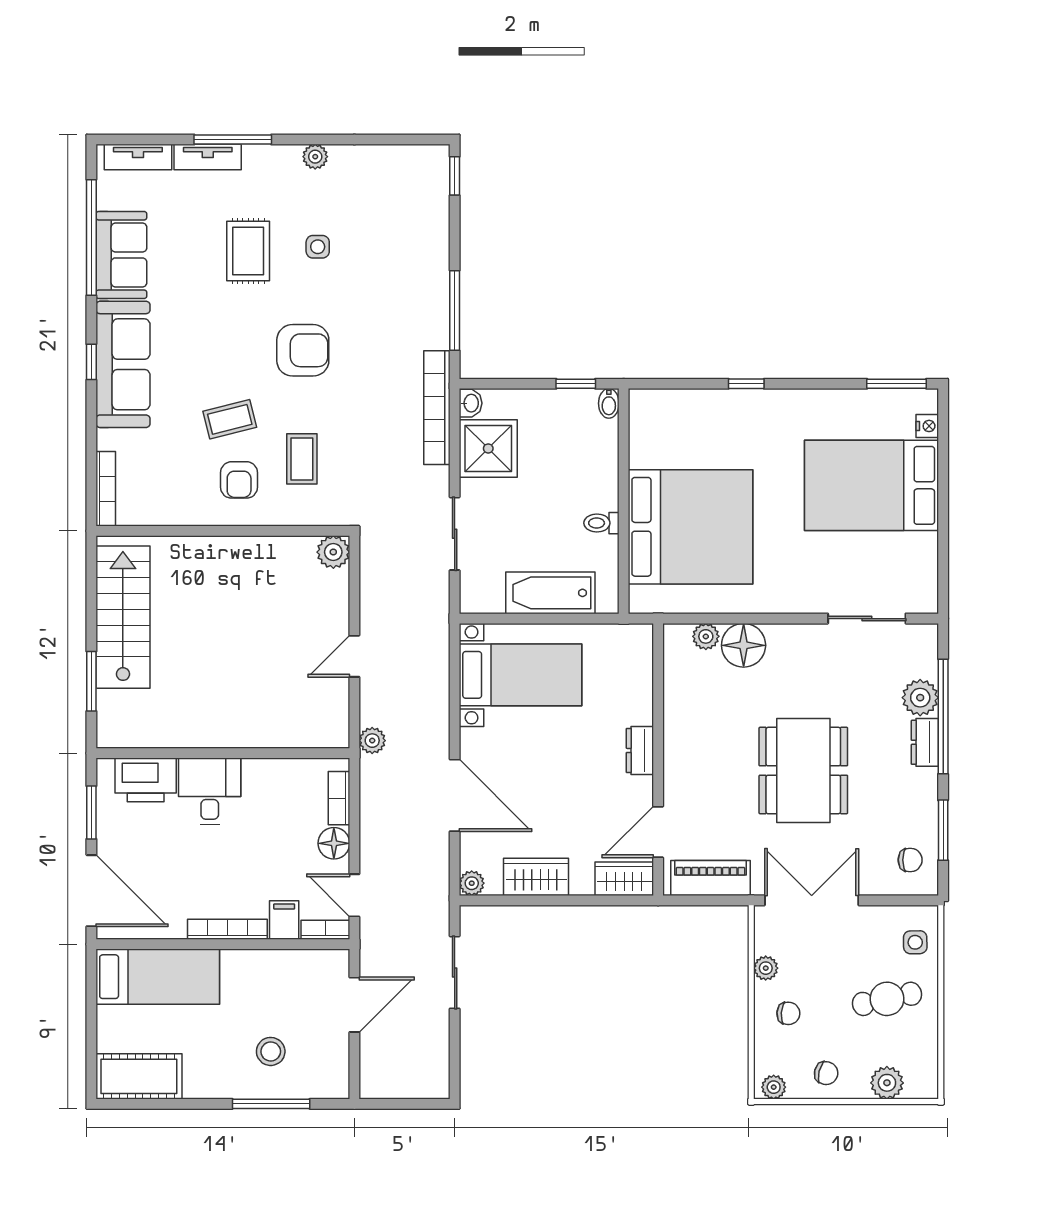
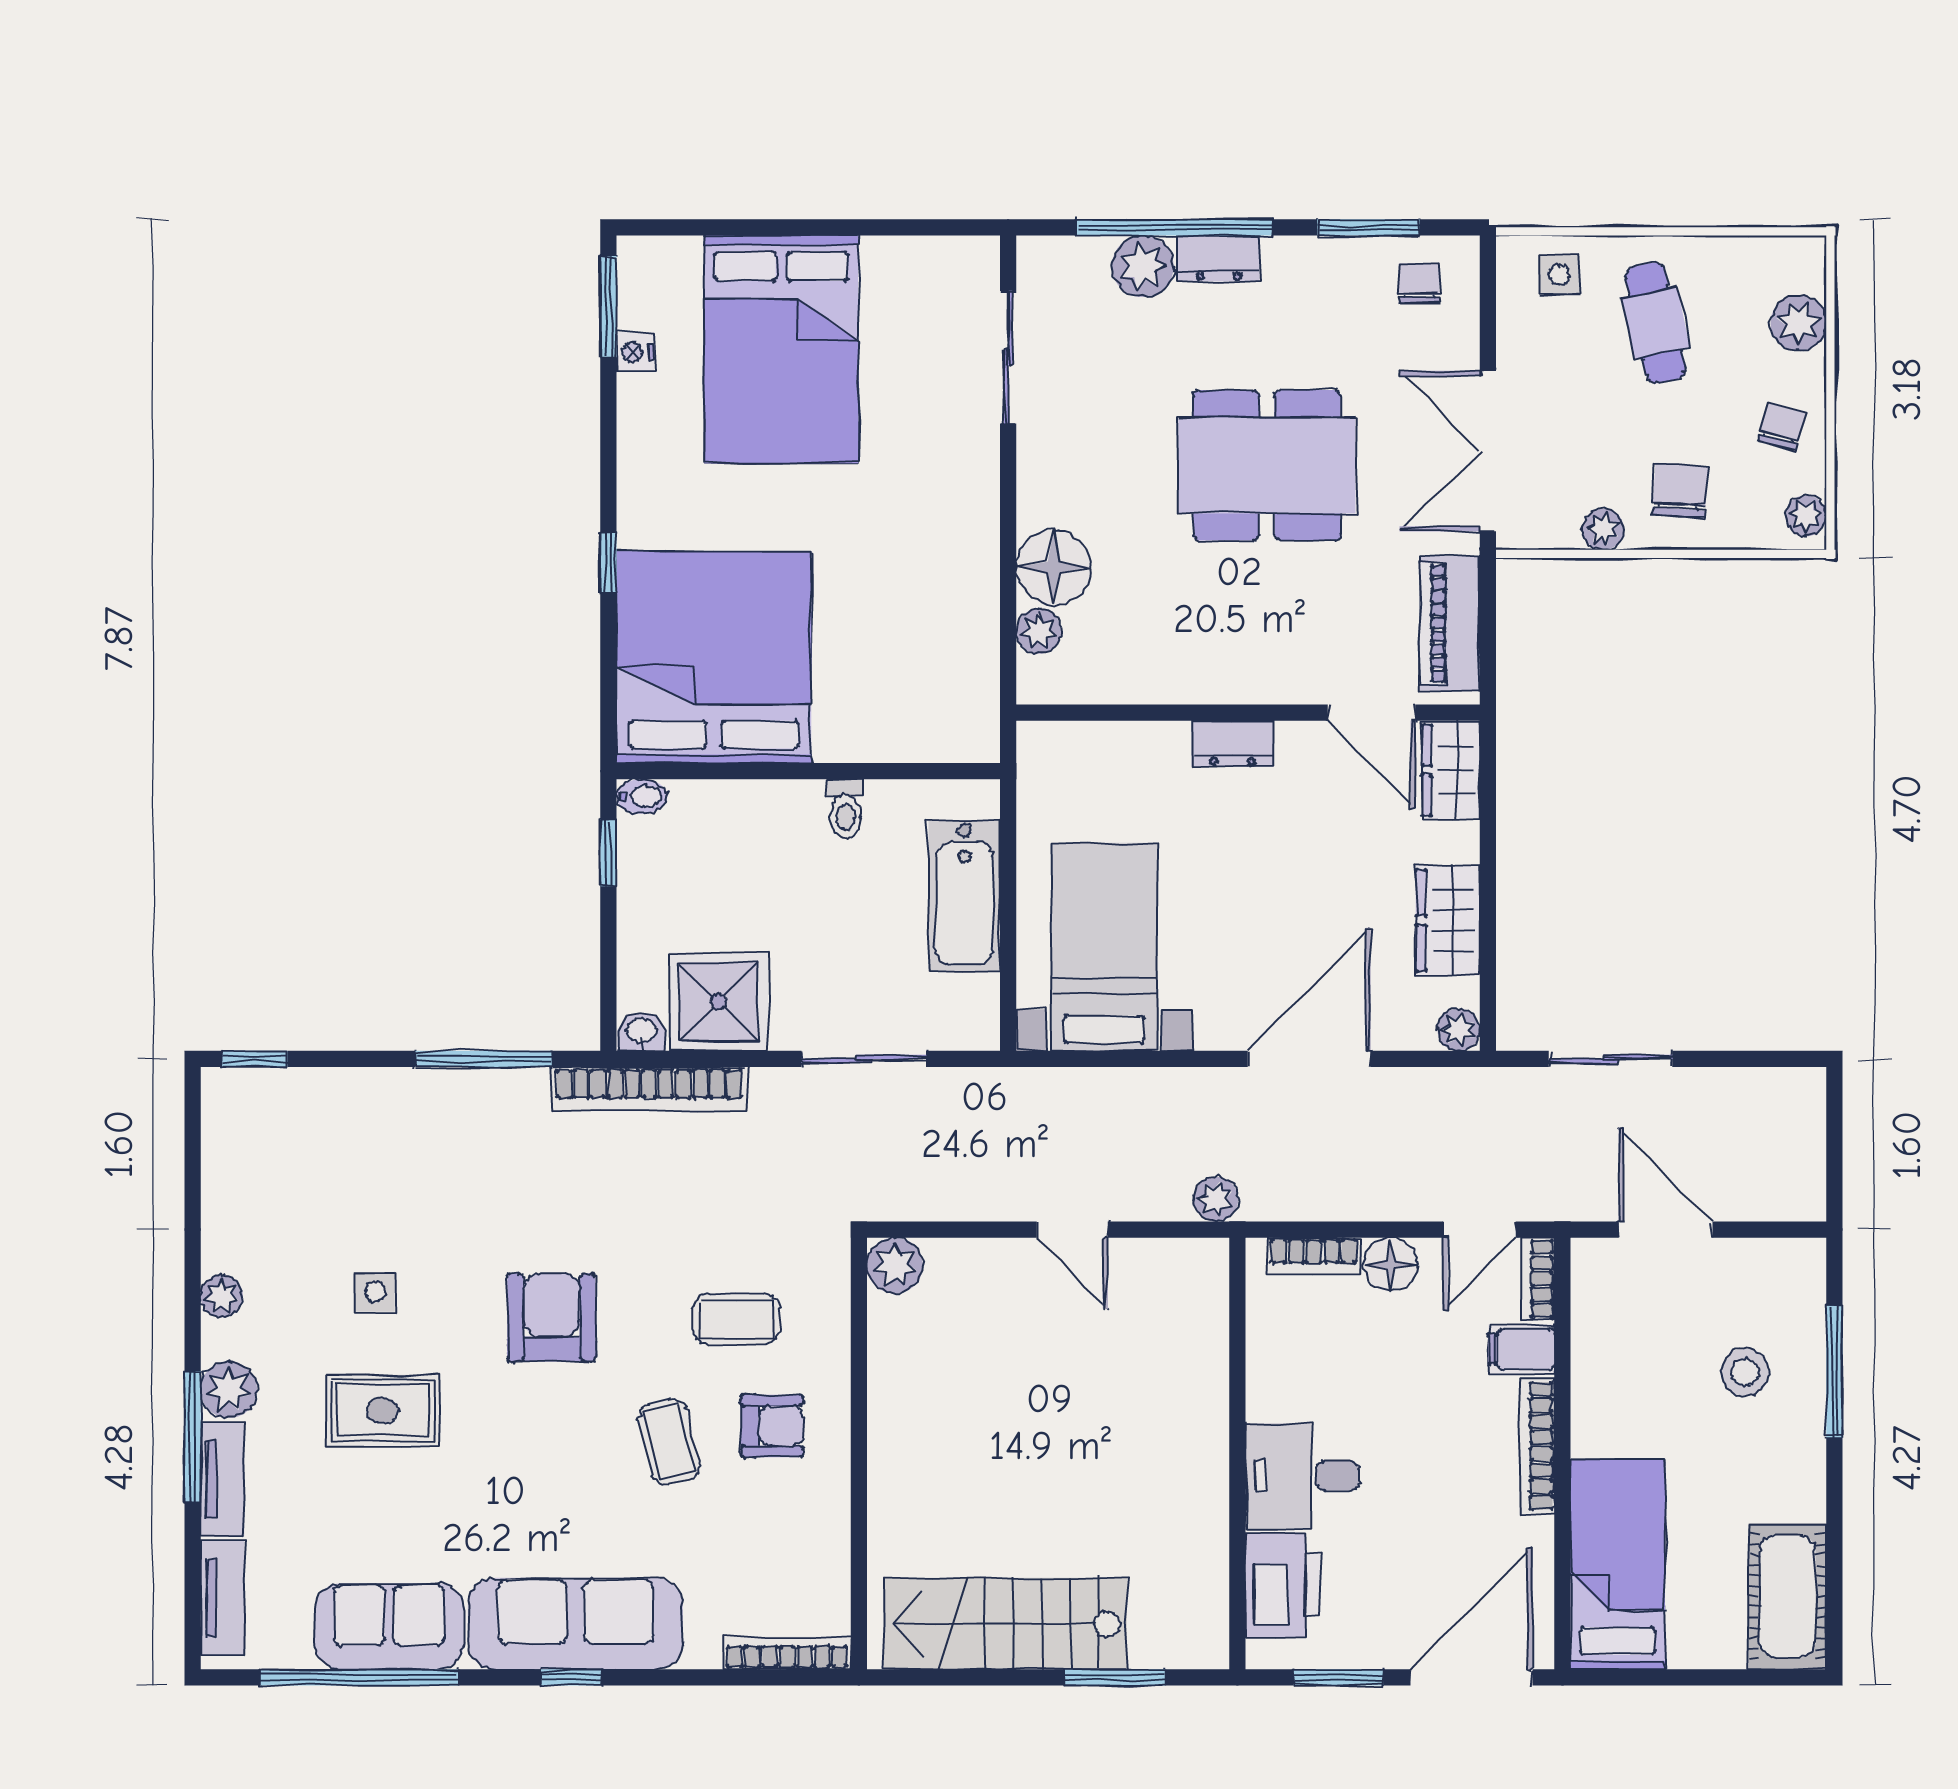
plant: (260, 161) -> (229, 1390), added
nightstand: (927, 426) -> (635, 352), moved, turned -90
bed: (691, 527) -> (714, 657), moved
chair: (788, 1013) -> (1680, 491), width x1.37, depth x1.37

